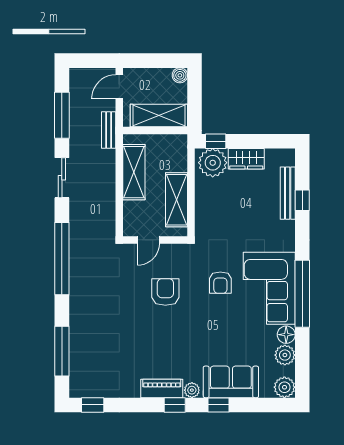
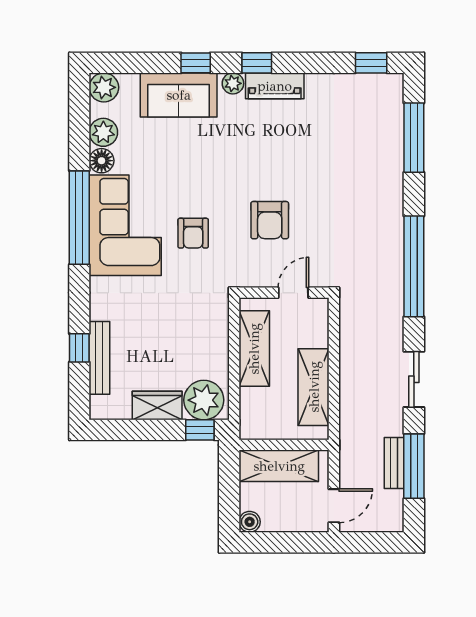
bench: (109, 130) -> (394, 463), moved
armchair: (220, 283) -> (193, 233), turned 180

